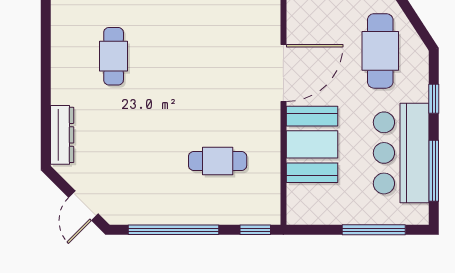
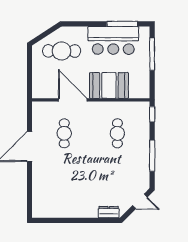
cafe table: (114, 56) -> (64, 133), moved, turned 90
window: (434, 99) -> (86, 24), removed
dresser: (62, 135) -> (109, 212), width x0.70
window: (173, 230) -> (152, 156), width x0.68

